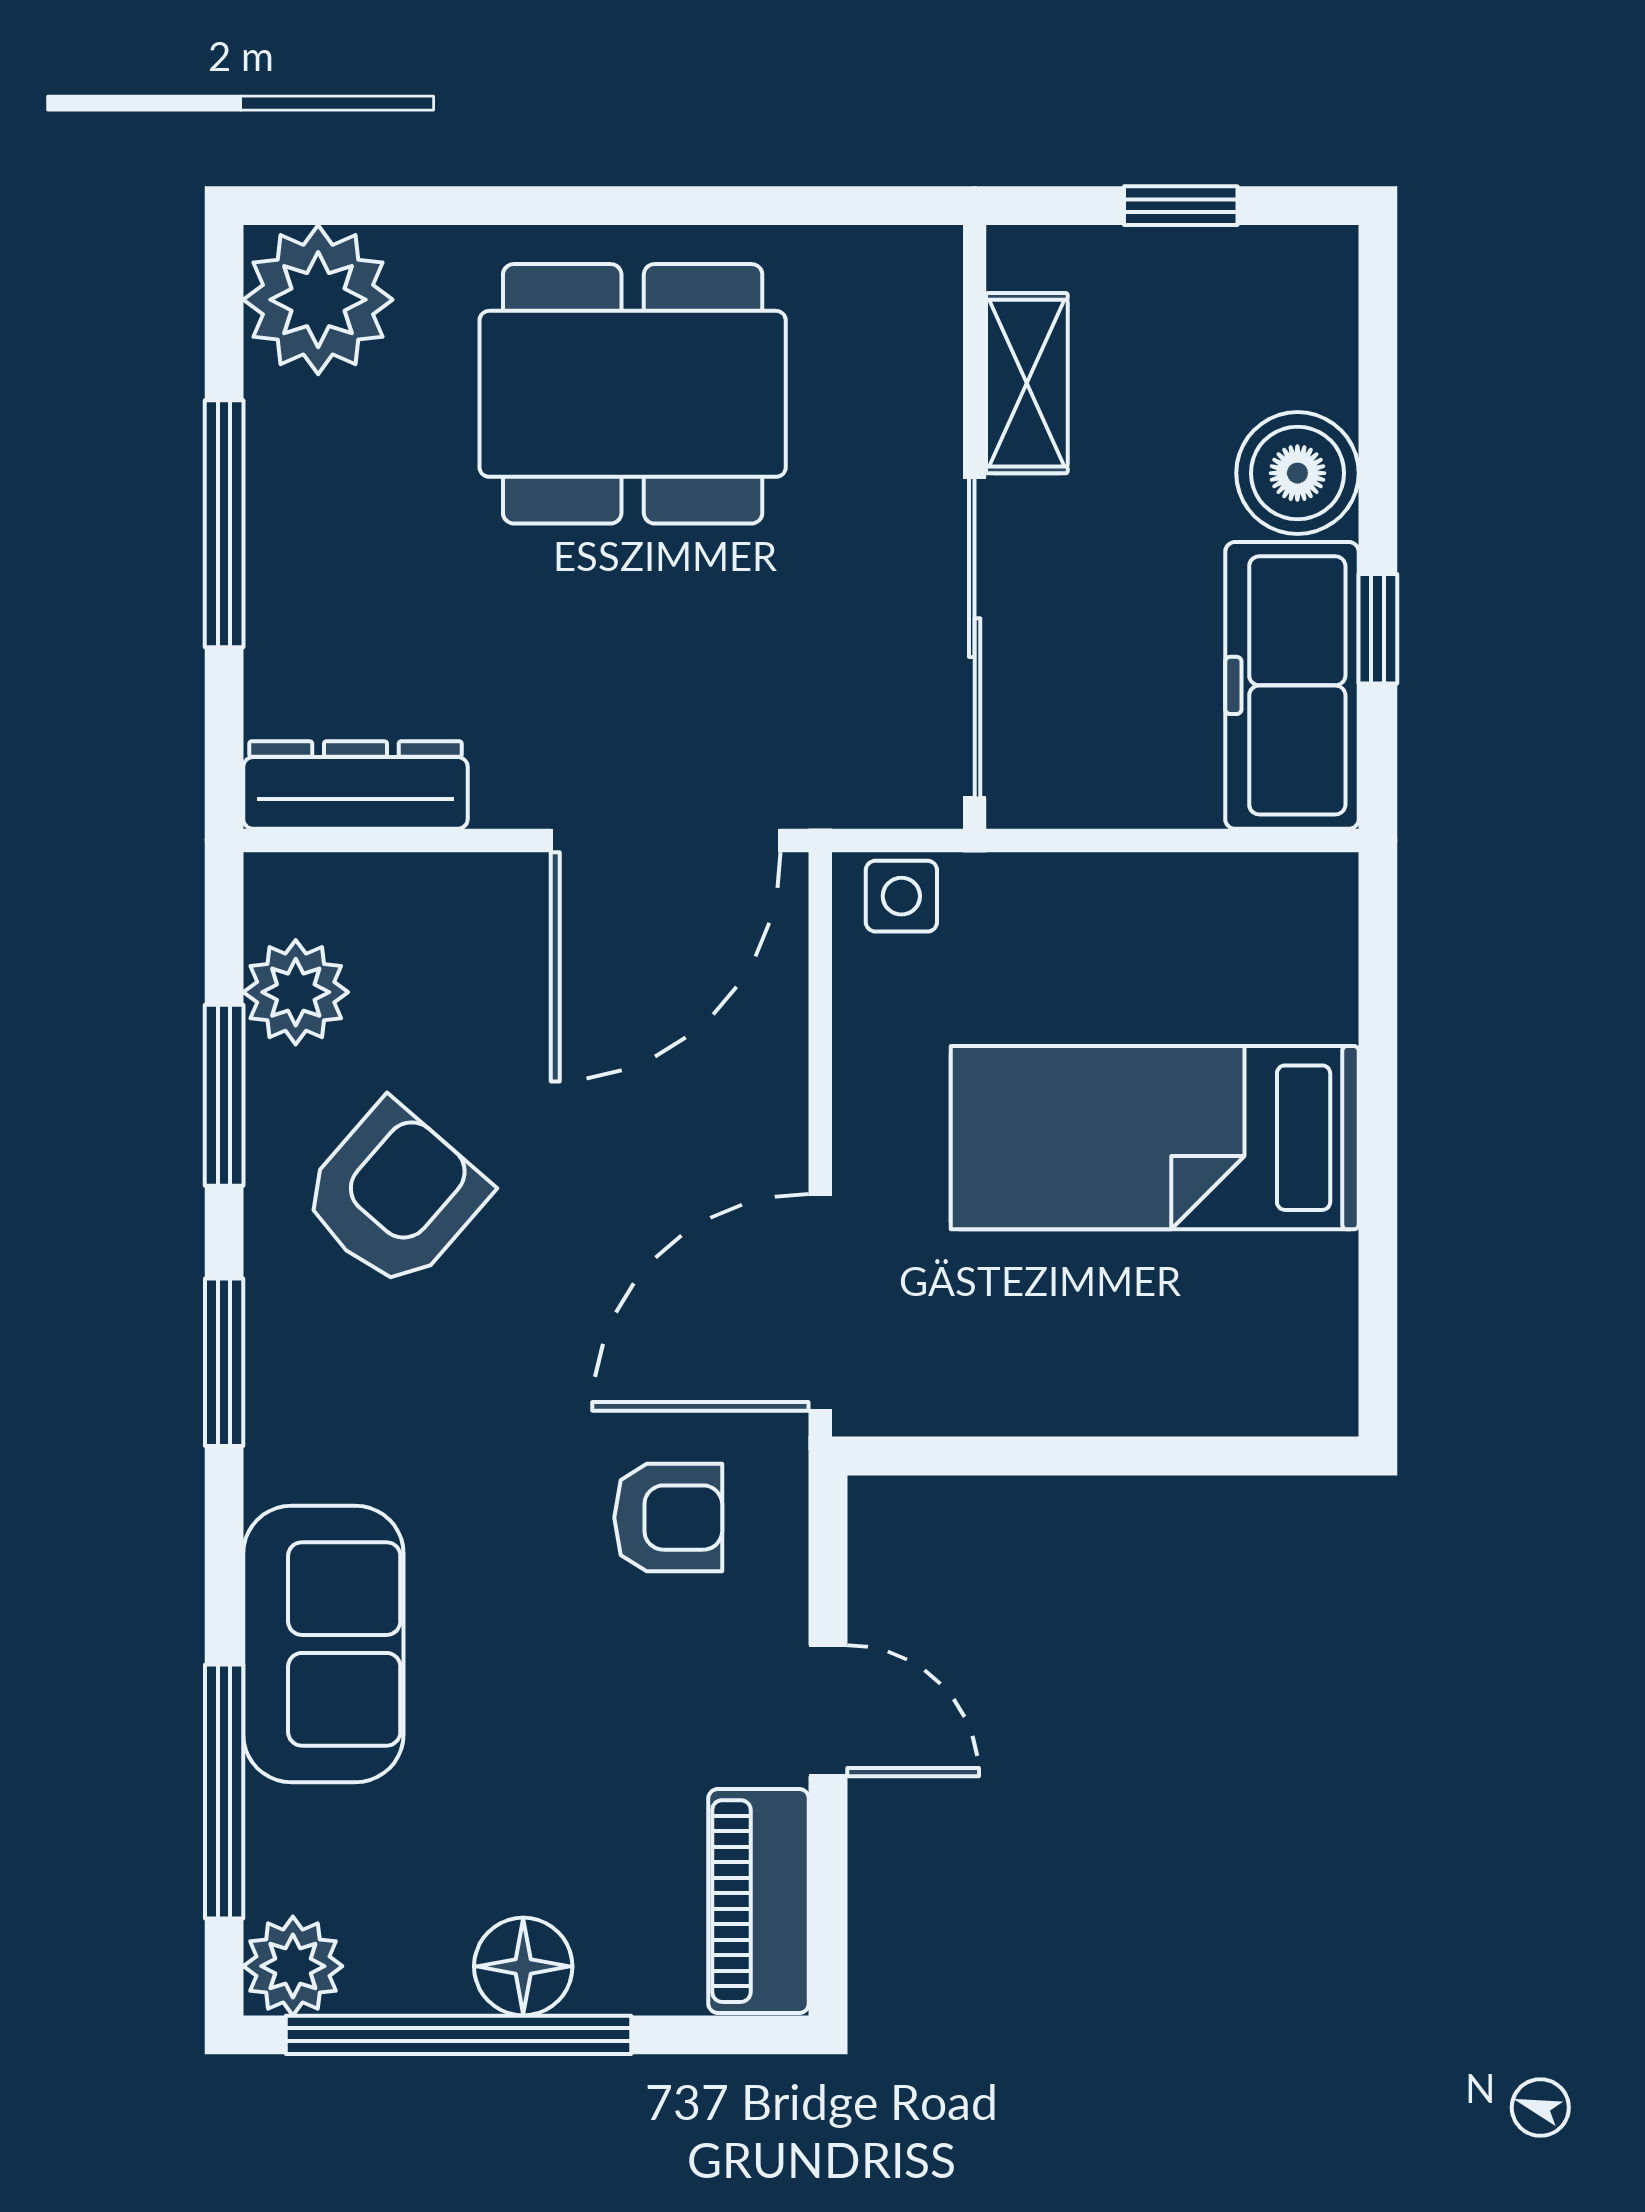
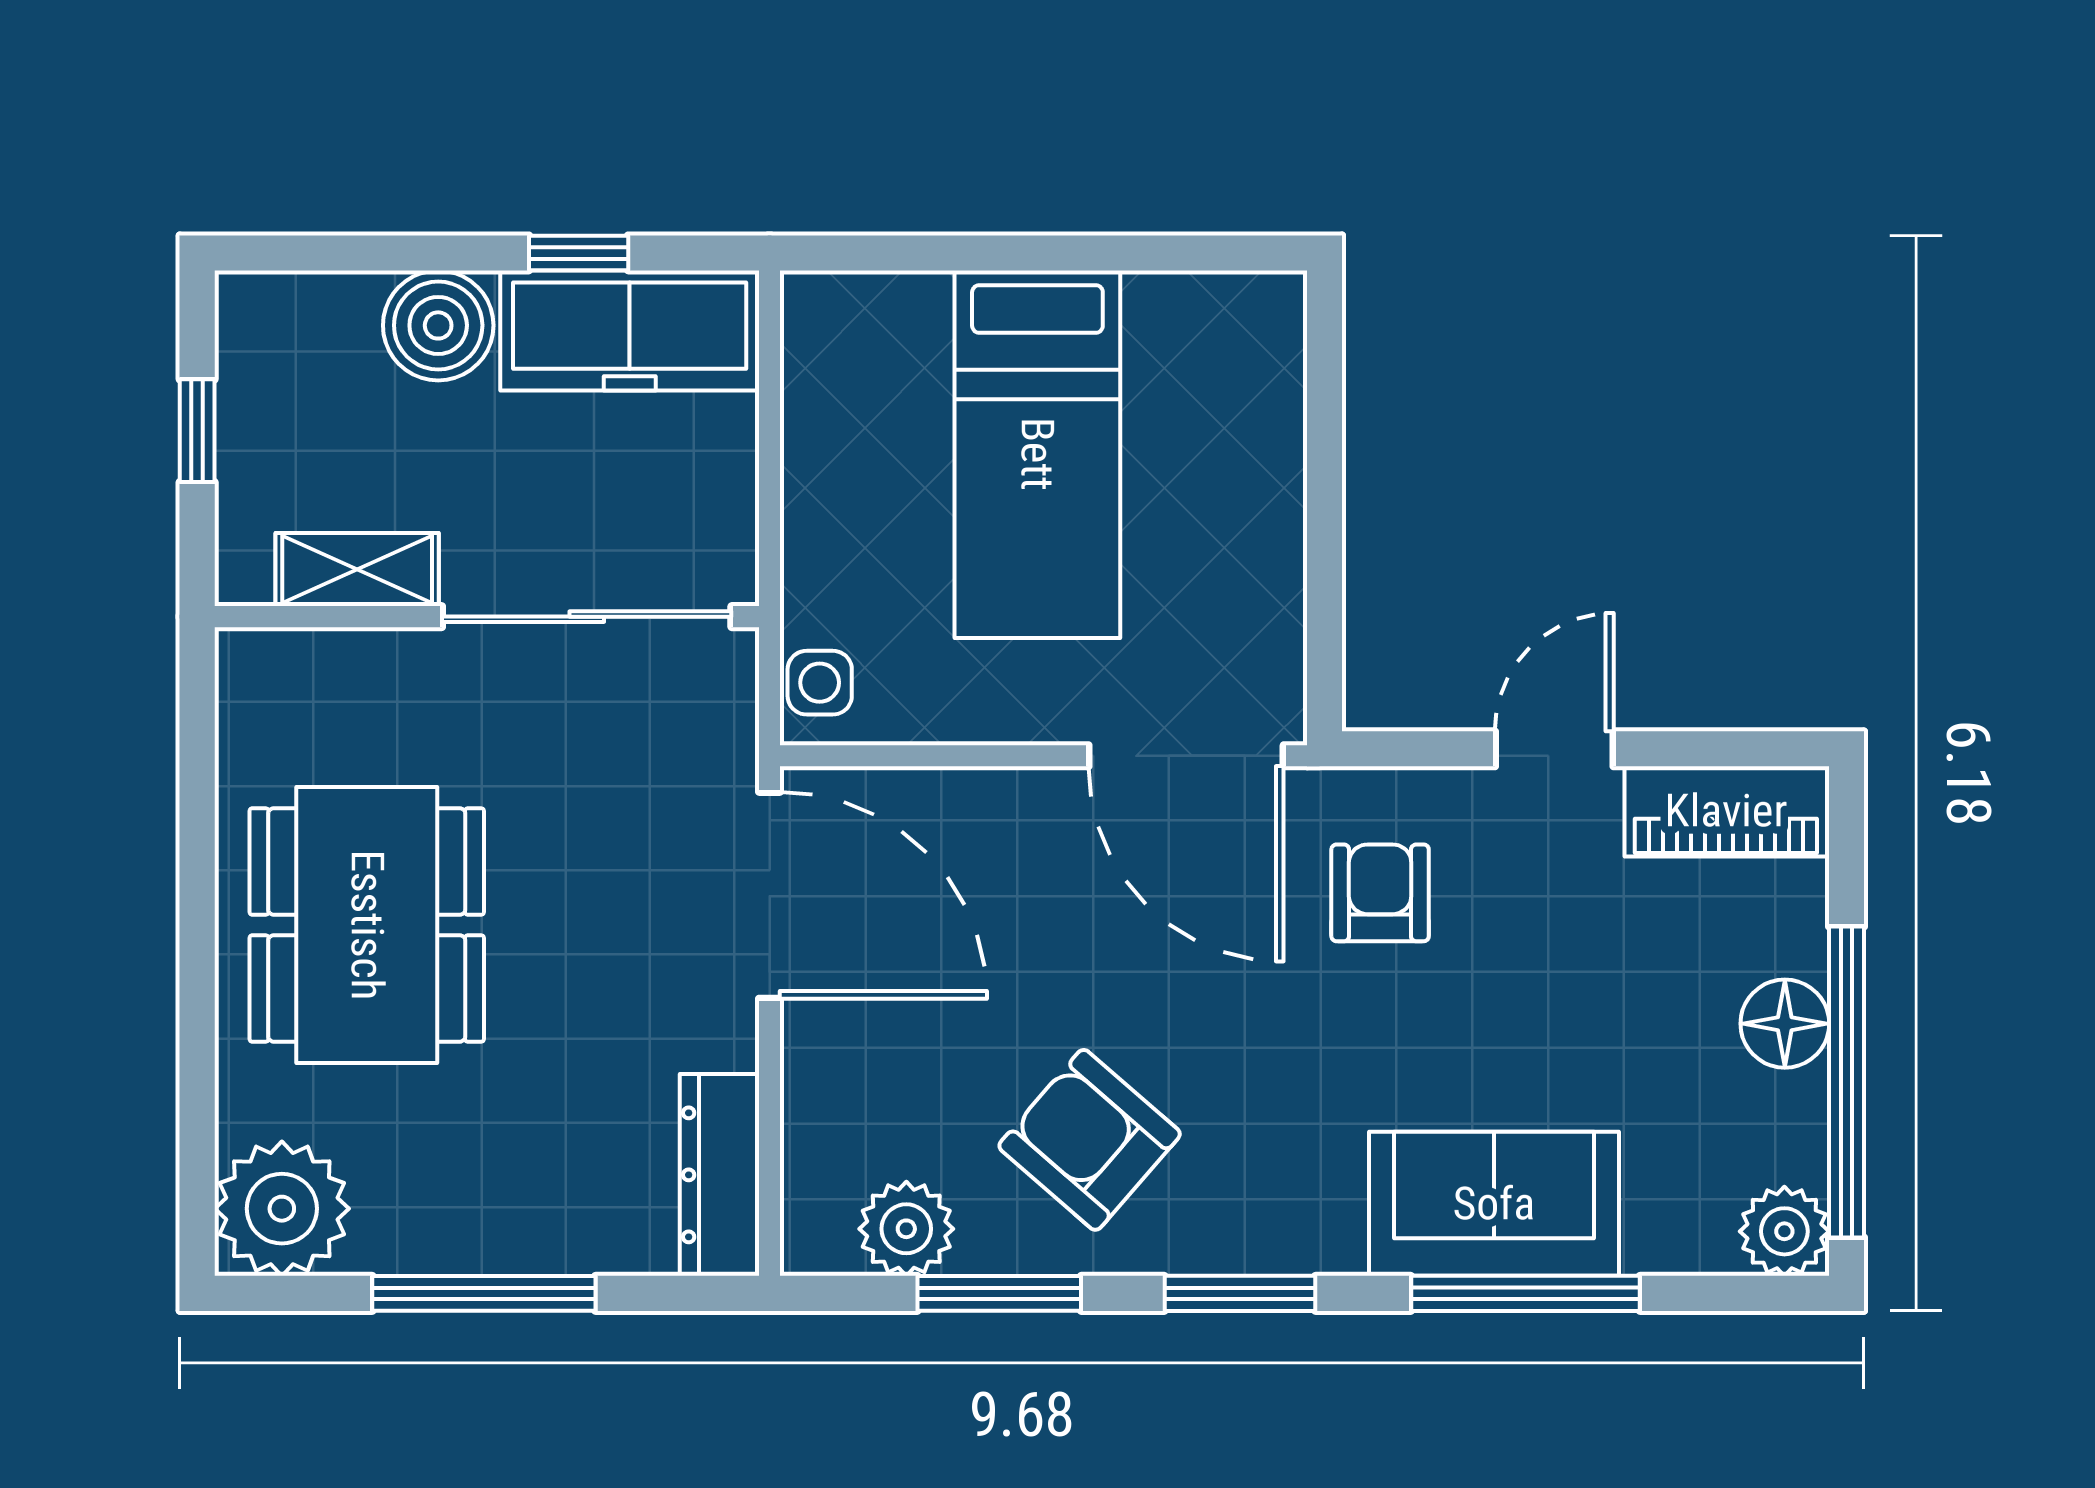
window: (224, 1791) -> (1525, 1293), moved

